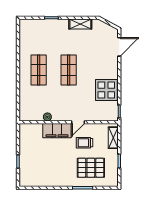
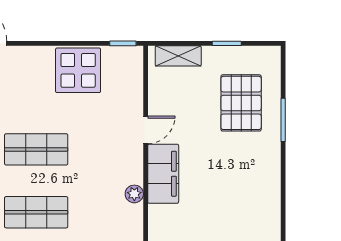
door: (78, 122) -> (146, 130), hinge flipped
trolley: (84, 143) -> (188, 116), removed

